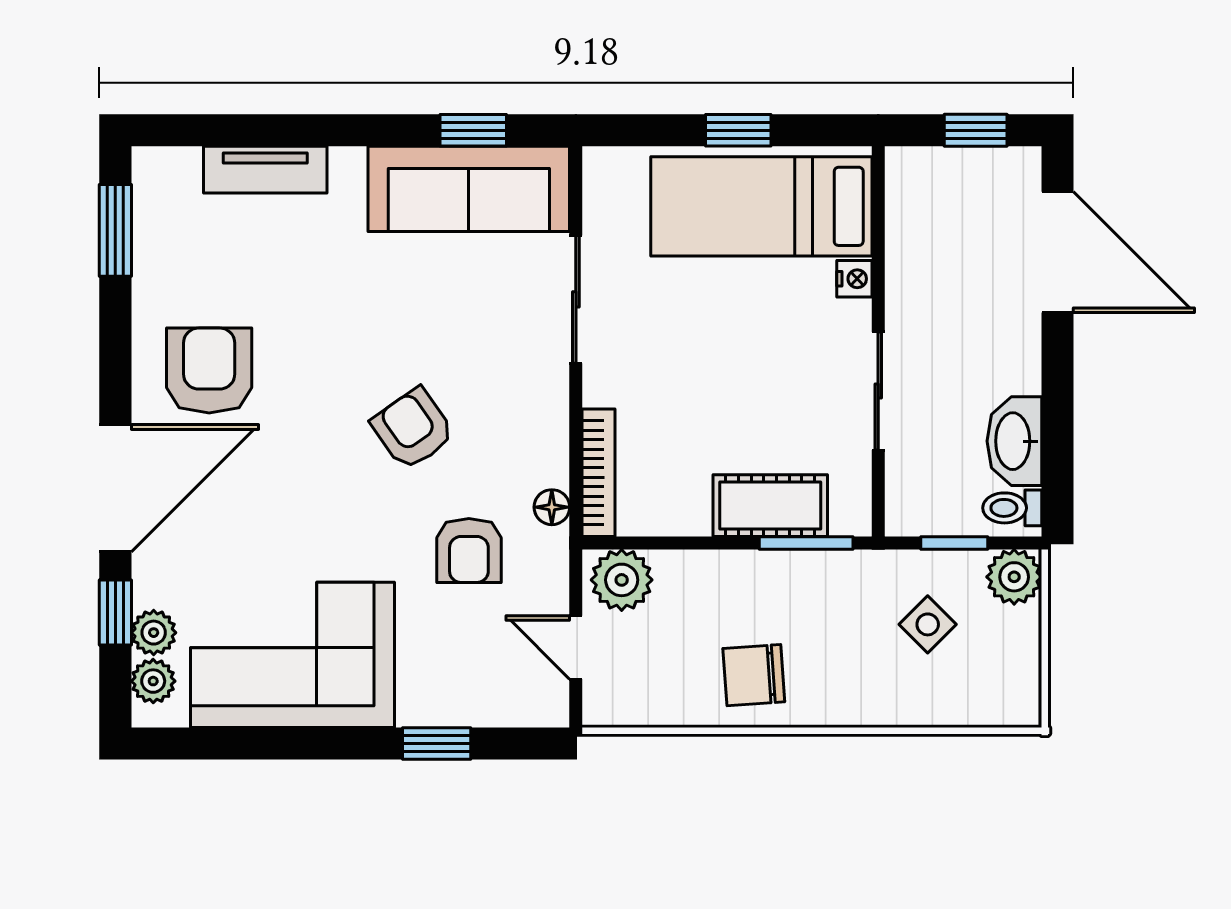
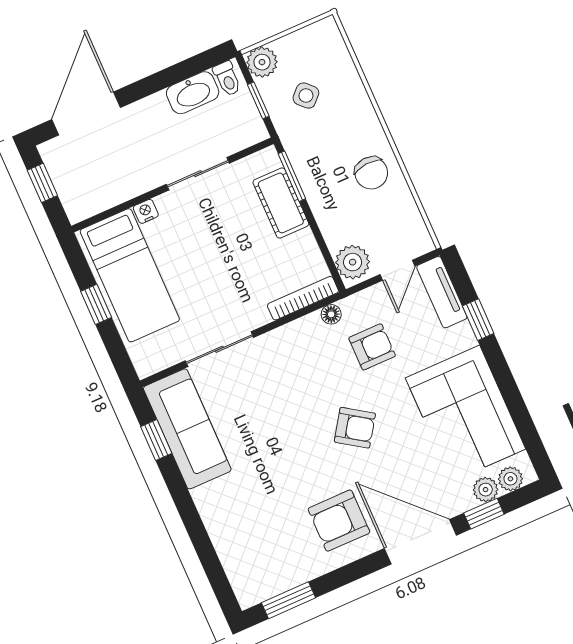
tv unit: (265, 170) -> (442, 292), moved, turned 180
armchair: (413, 429) -> (355, 428), moved, turned -111

